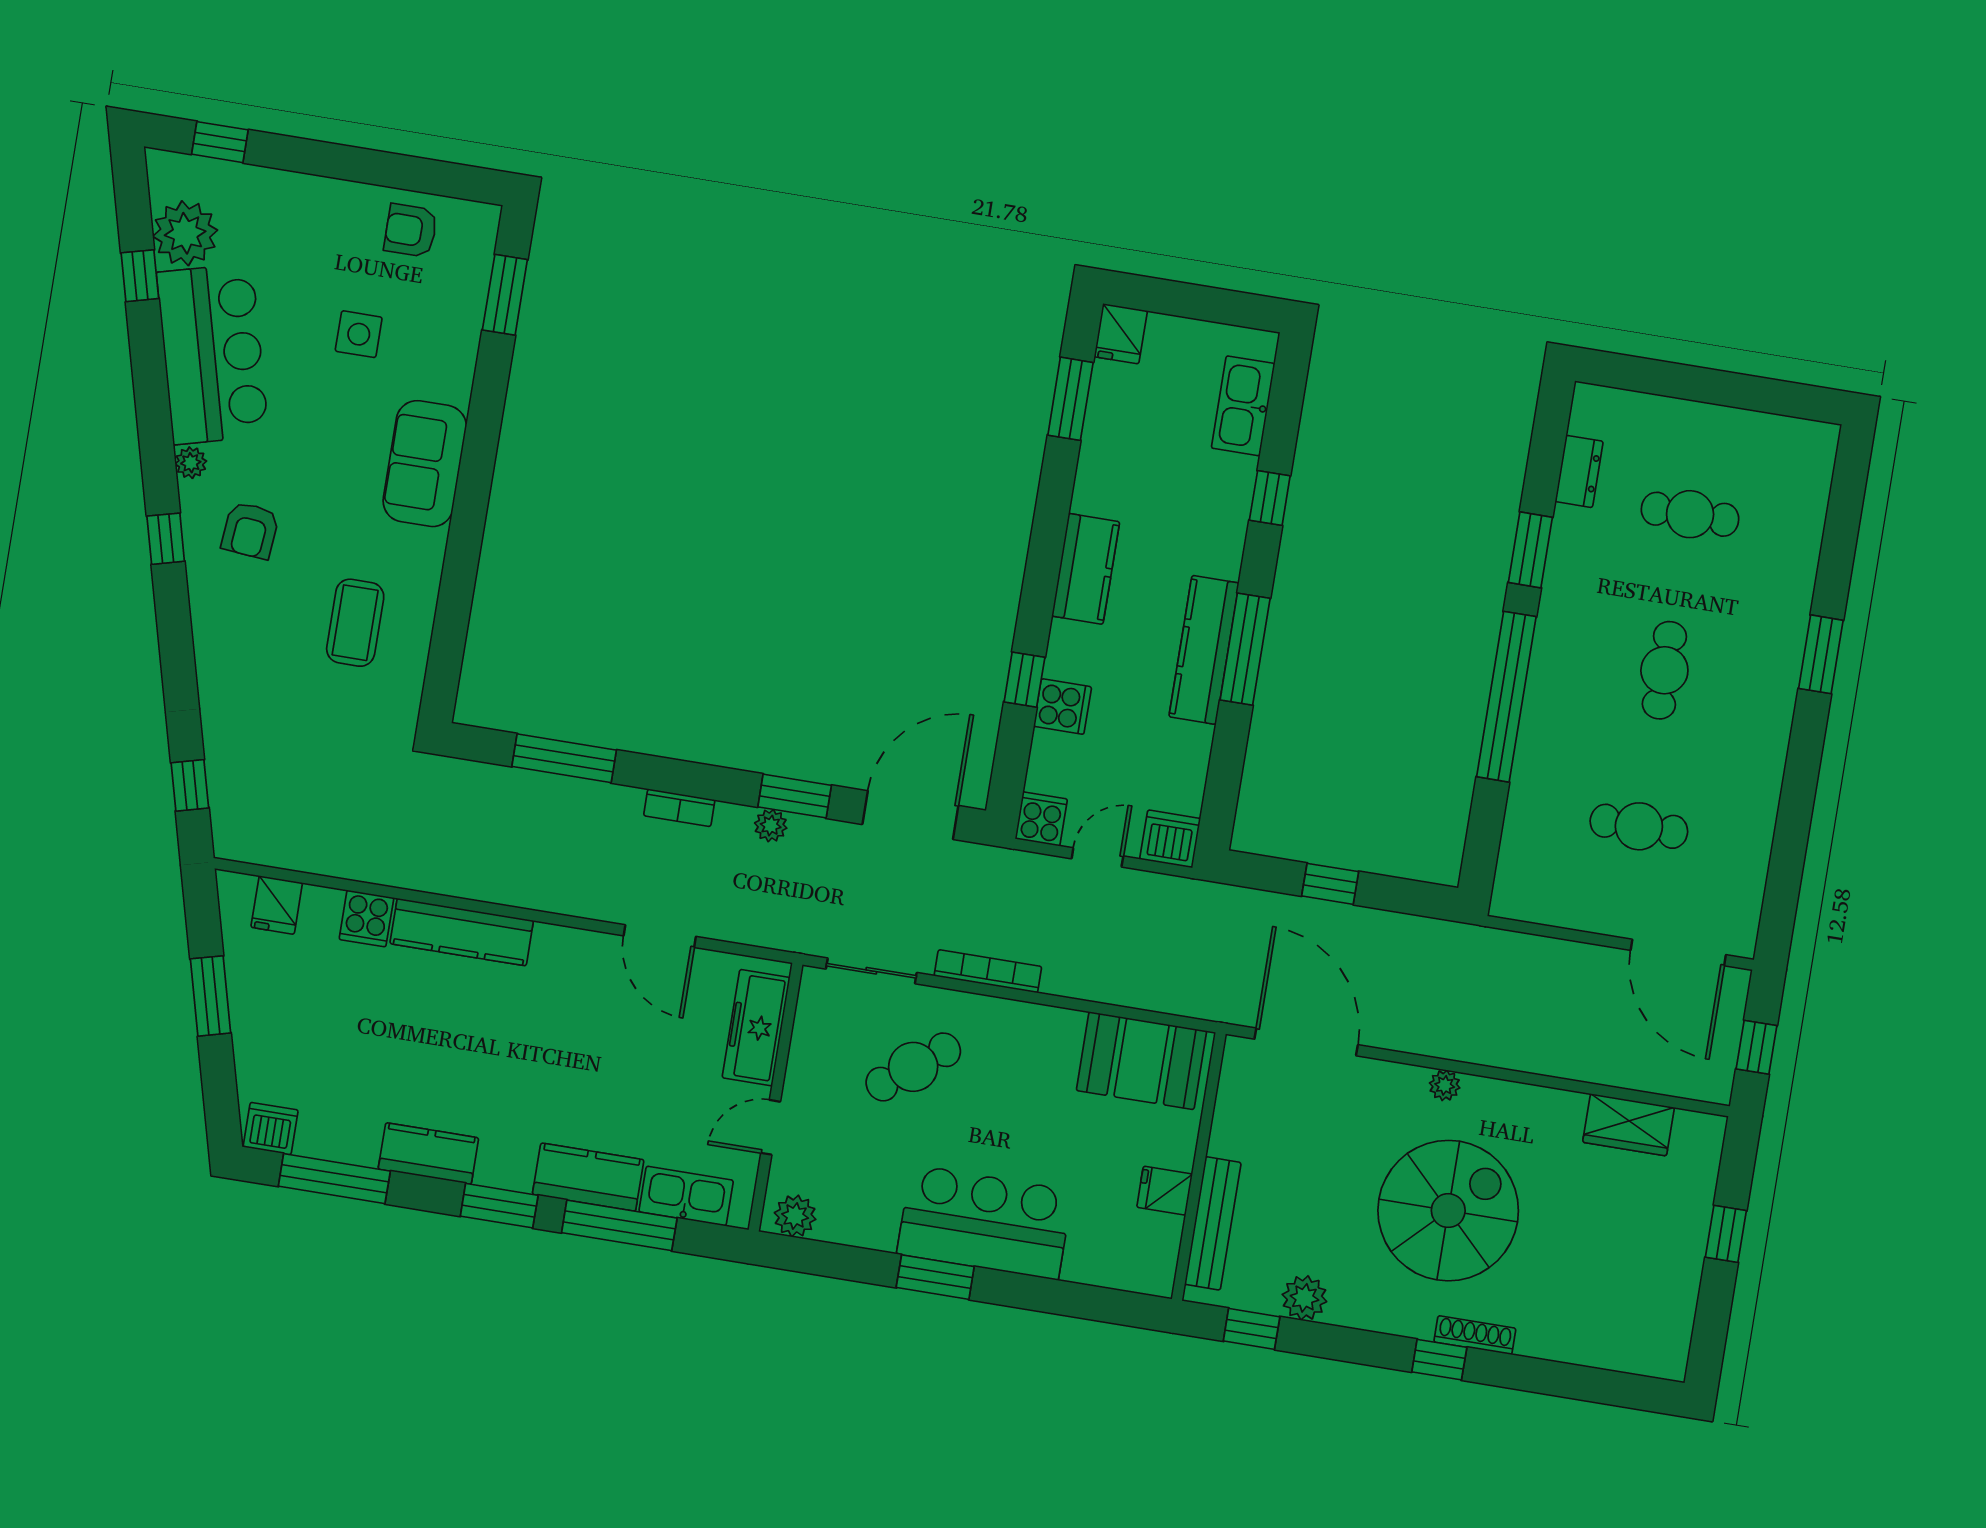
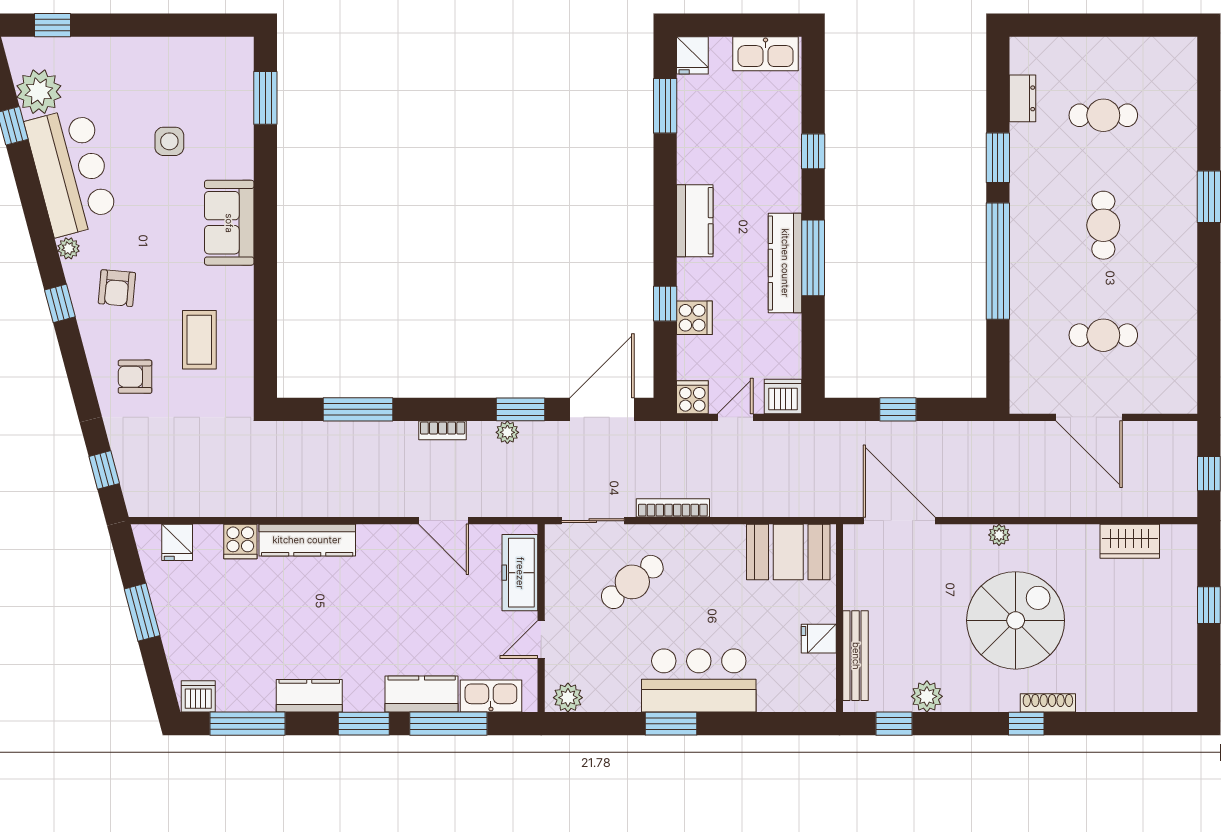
armchair: (411, 230) -> (135, 377), moved
kitchen sink: (1243, 406) -> (765, 54), moved, turned -90
door: (1678, 952) -> (1089, 417), moved

